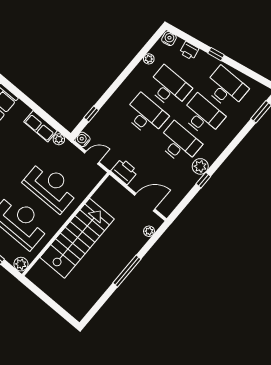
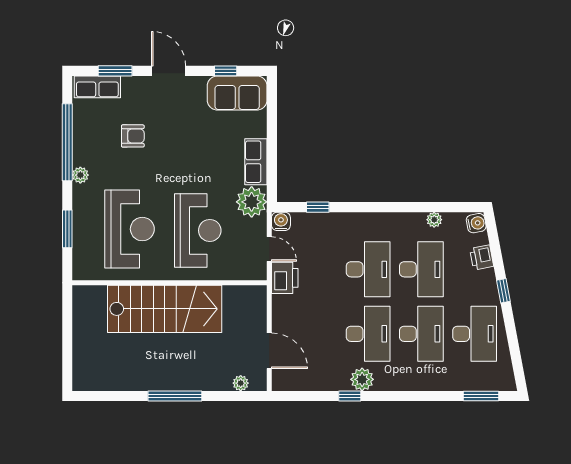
plant: (59, 139) -> (252, 202), width x1.87, depth x1.87
printer: (124, 171) -> (285, 278), moved
plant: (21, 264) -> (82, 270), removed

